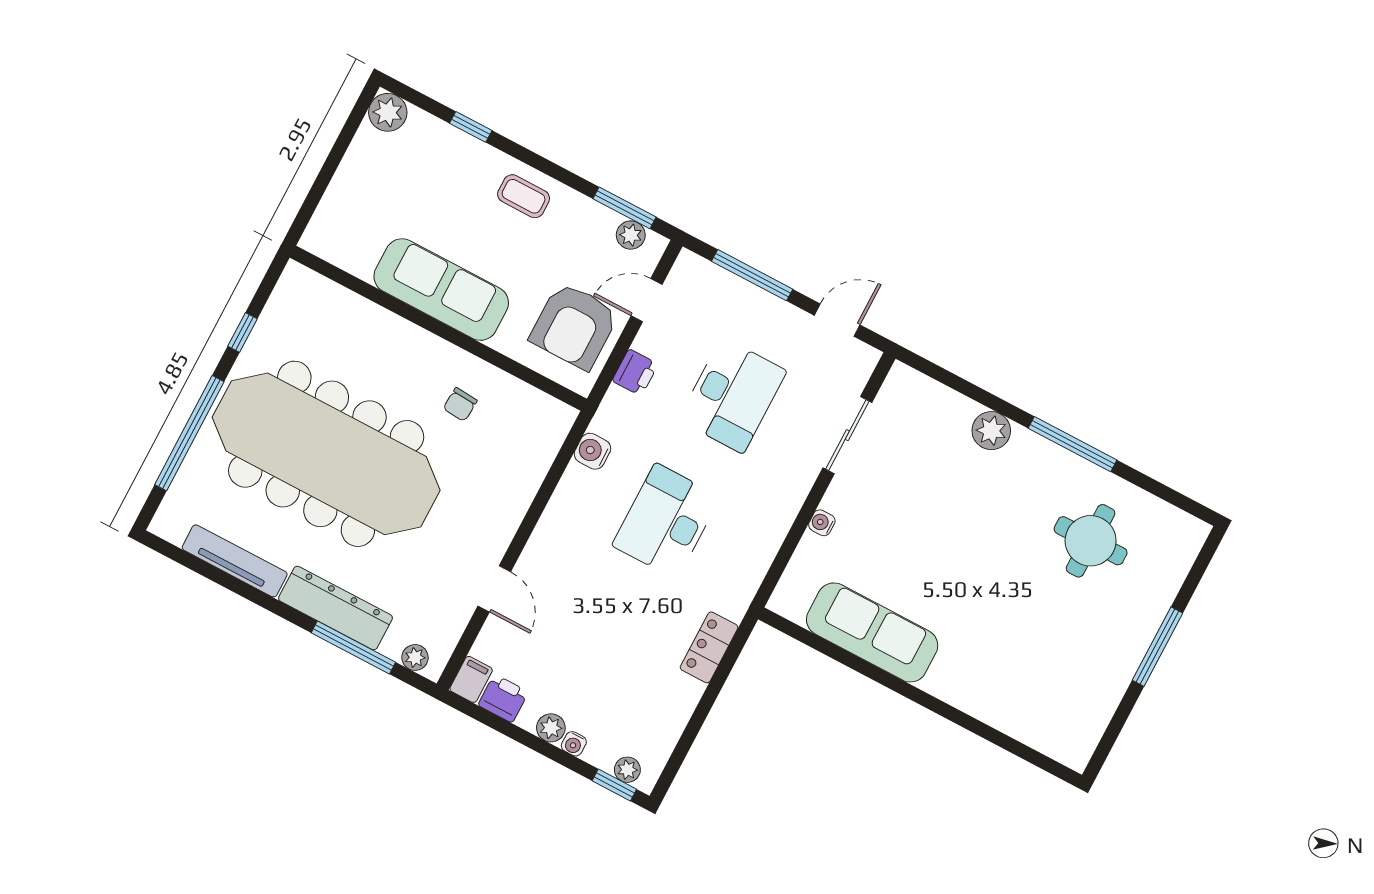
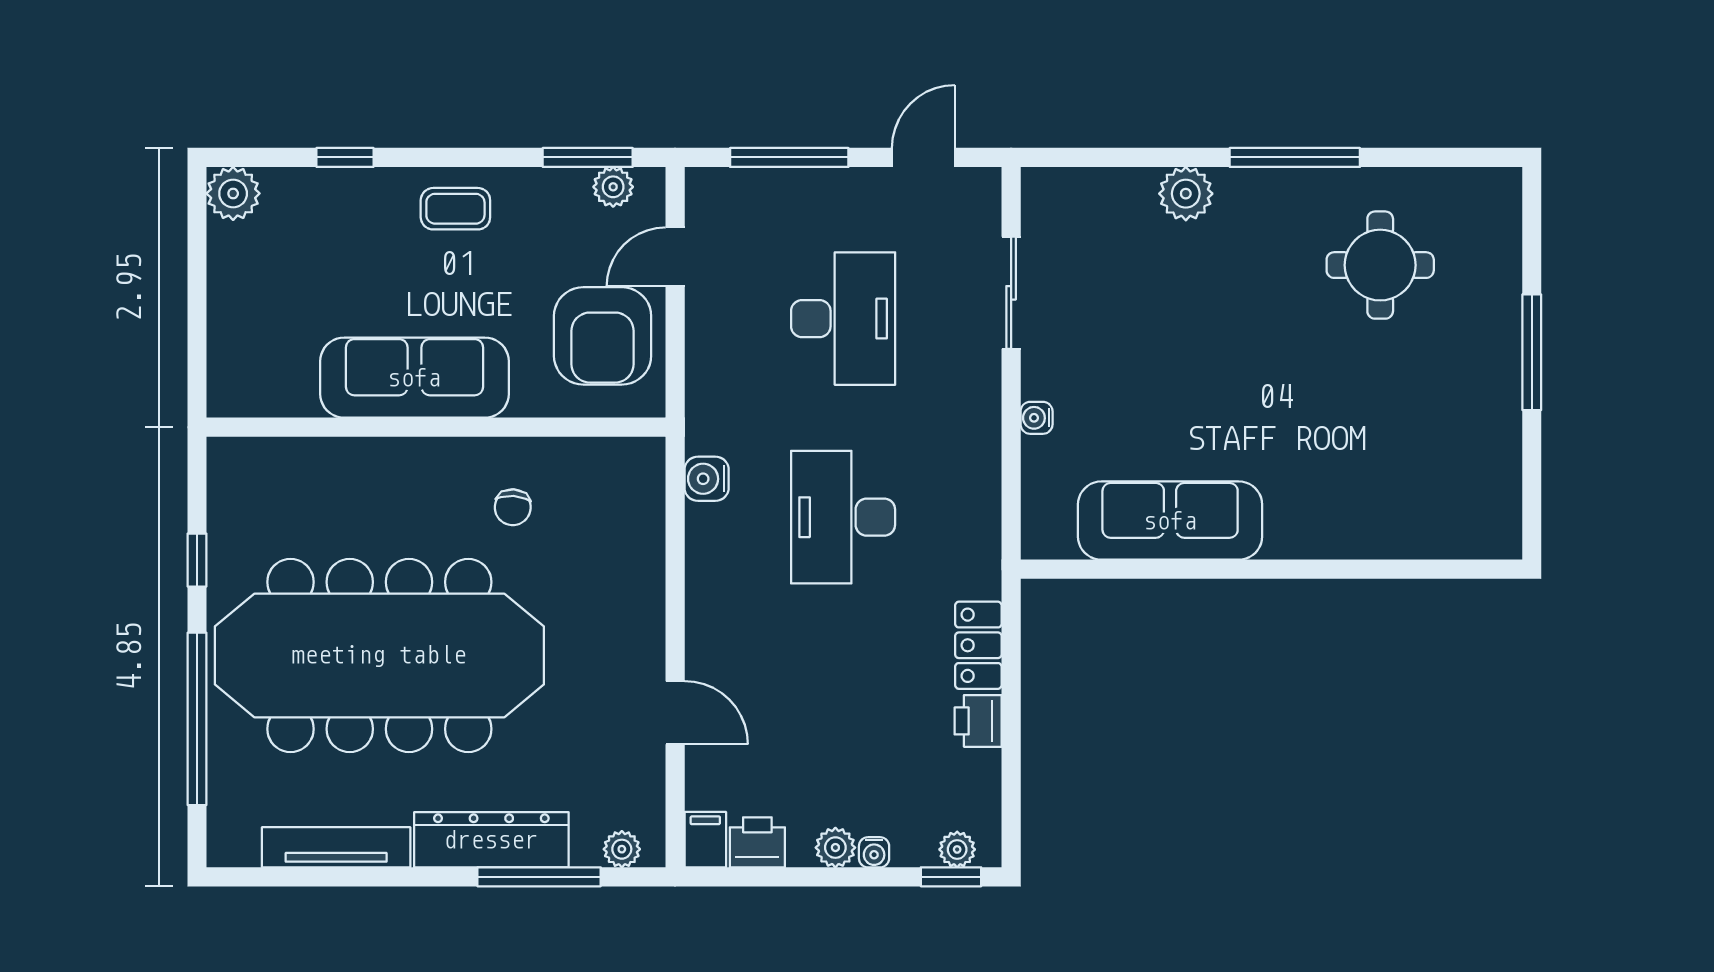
printer: (635, 373) -> (978, 721), moved, turned 180

